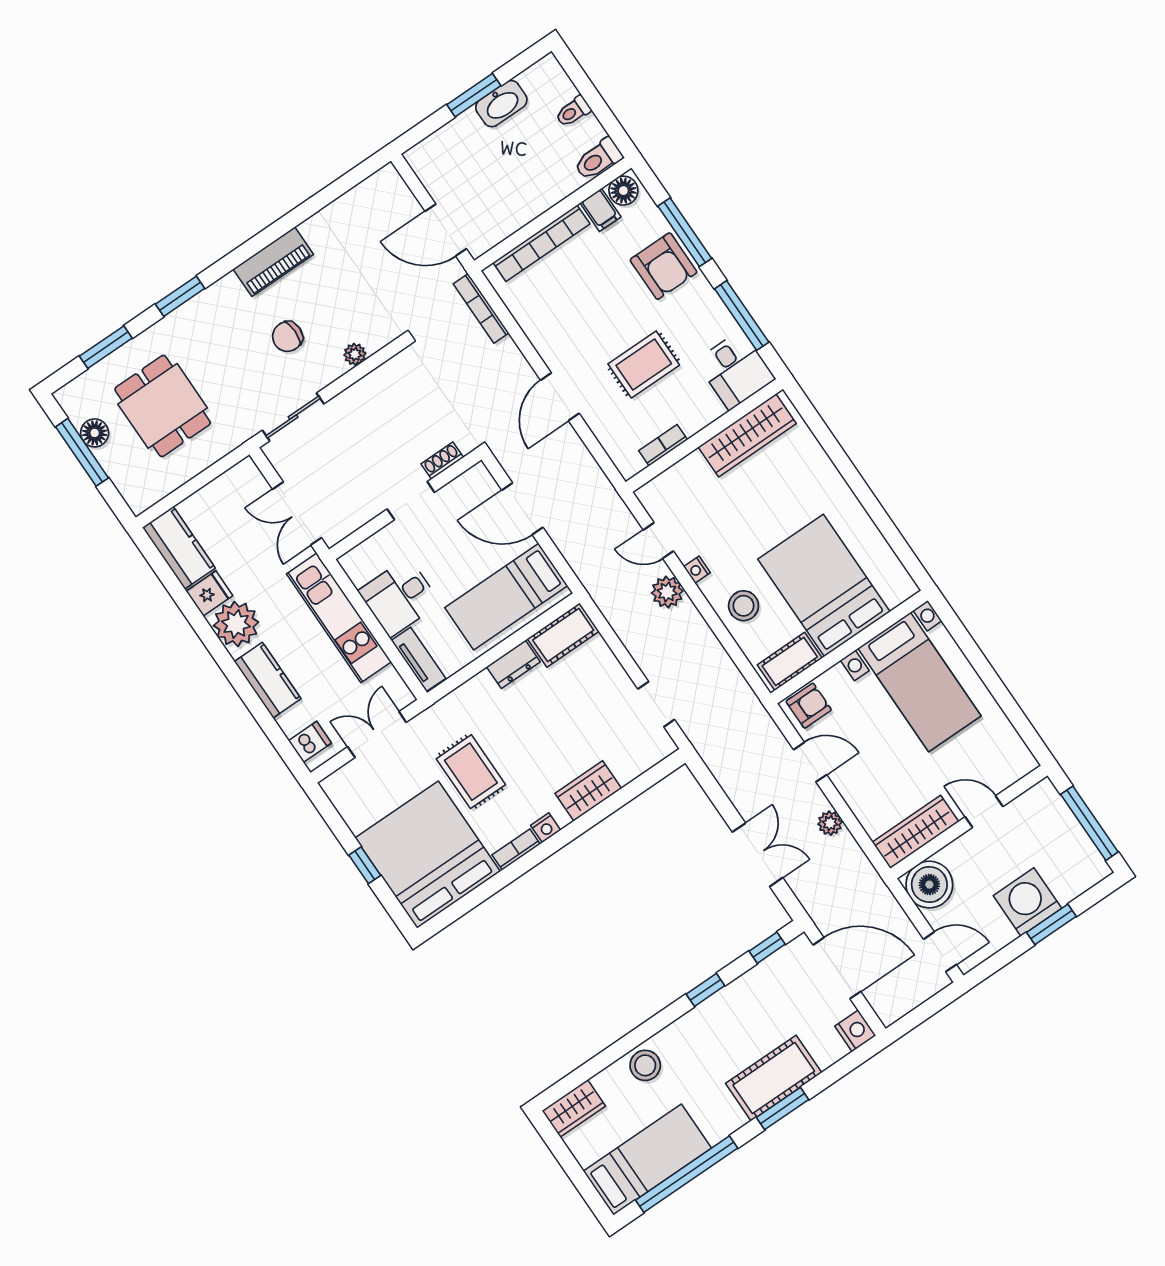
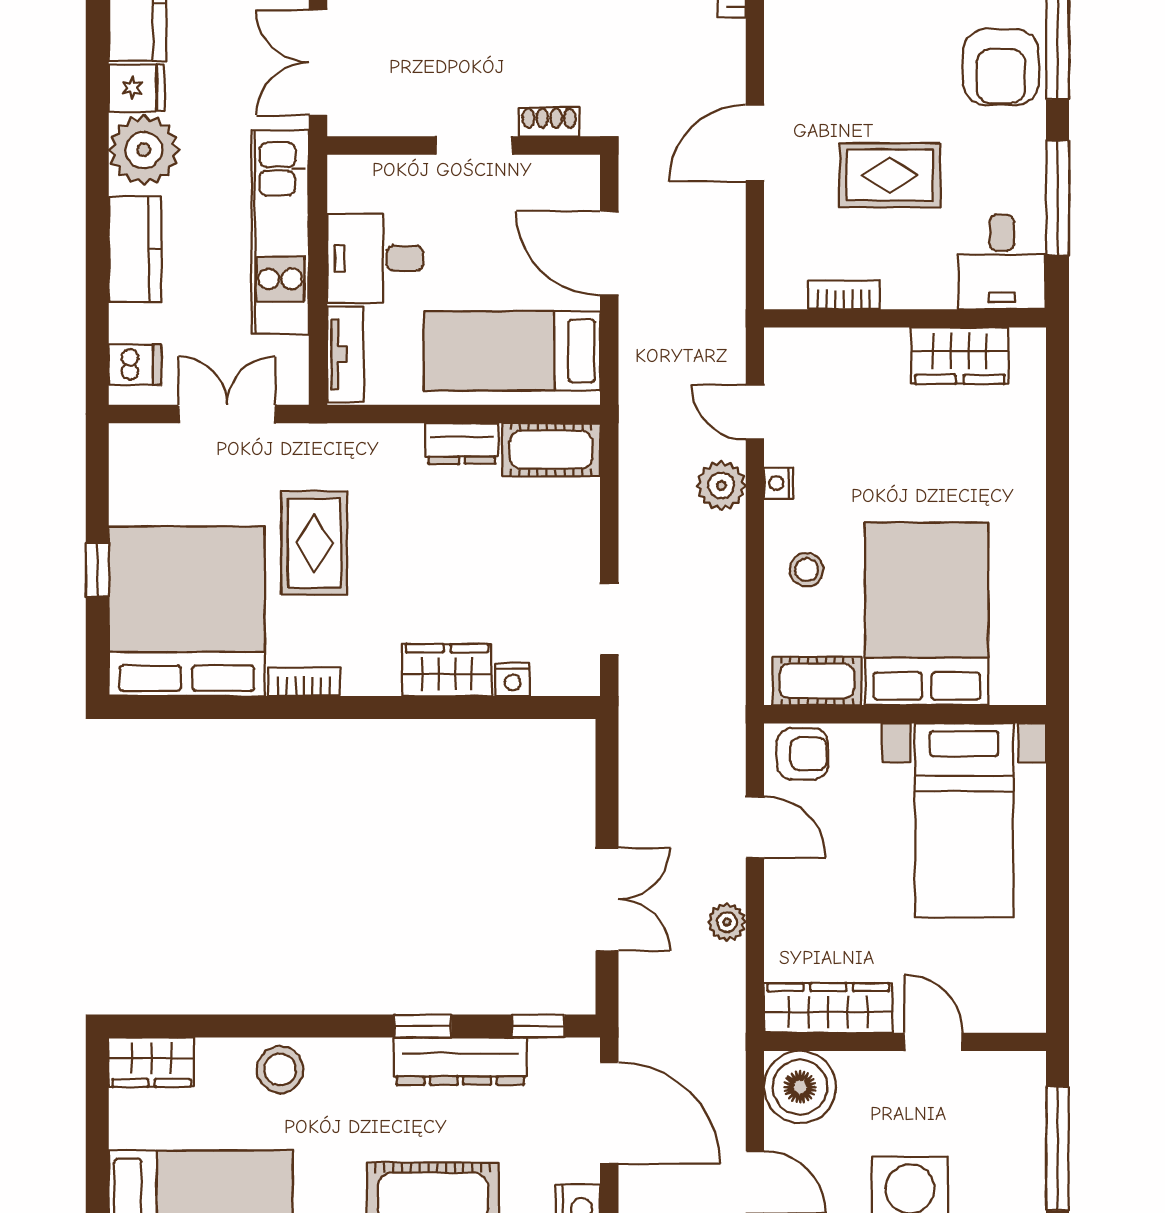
wardrobe: (747, 435) -> (960, 356), width x0.67
stool: (744, 606) -> (807, 570), width x0.73, depth x0.73
nightstand: (546, 828) -> (513, 680), moved
dresser: (738, 995) -> (460, 1061), added

